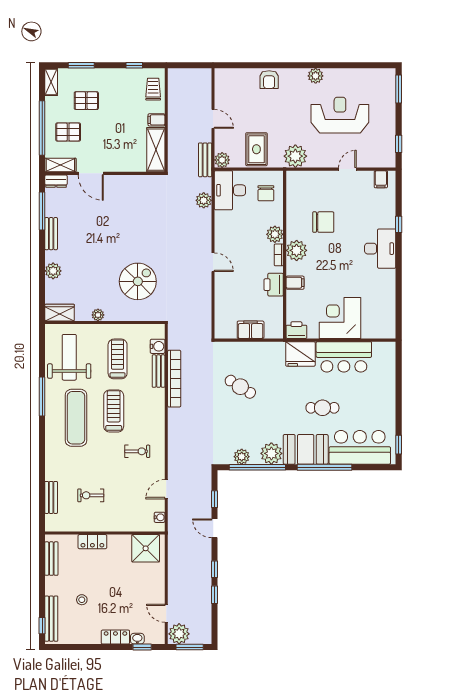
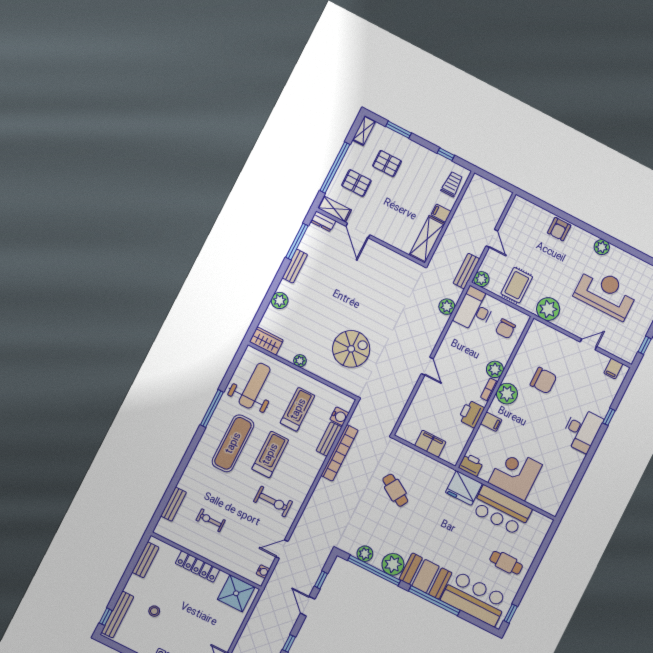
cafe table: (322, 408) -> (506, 563), moved
exercise bike: (137, 451) -> (273, 502), width x1.38, depth x1.39
locker: (92, 542) -> (198, 566), width x1.53

